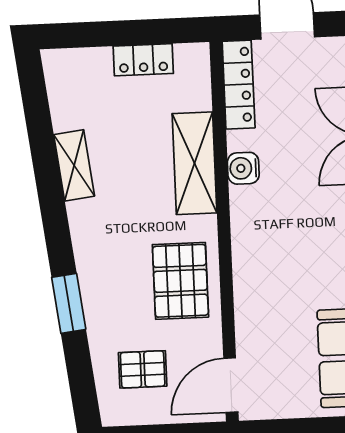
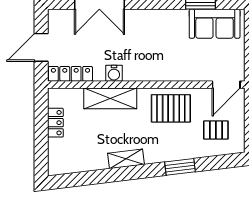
shelving: (74, 165) -> (126, 159), moved
pallet: (143, 369) -> (216, 130), turned 90
door: (231, 385) -> (226, 85), hinge flipped

